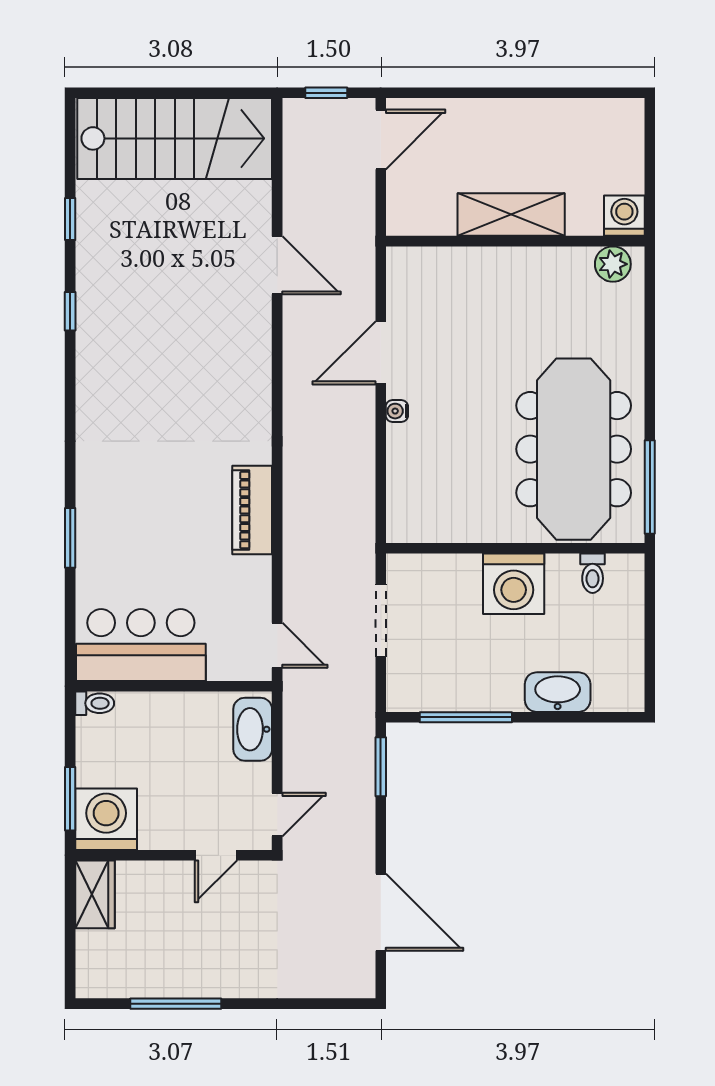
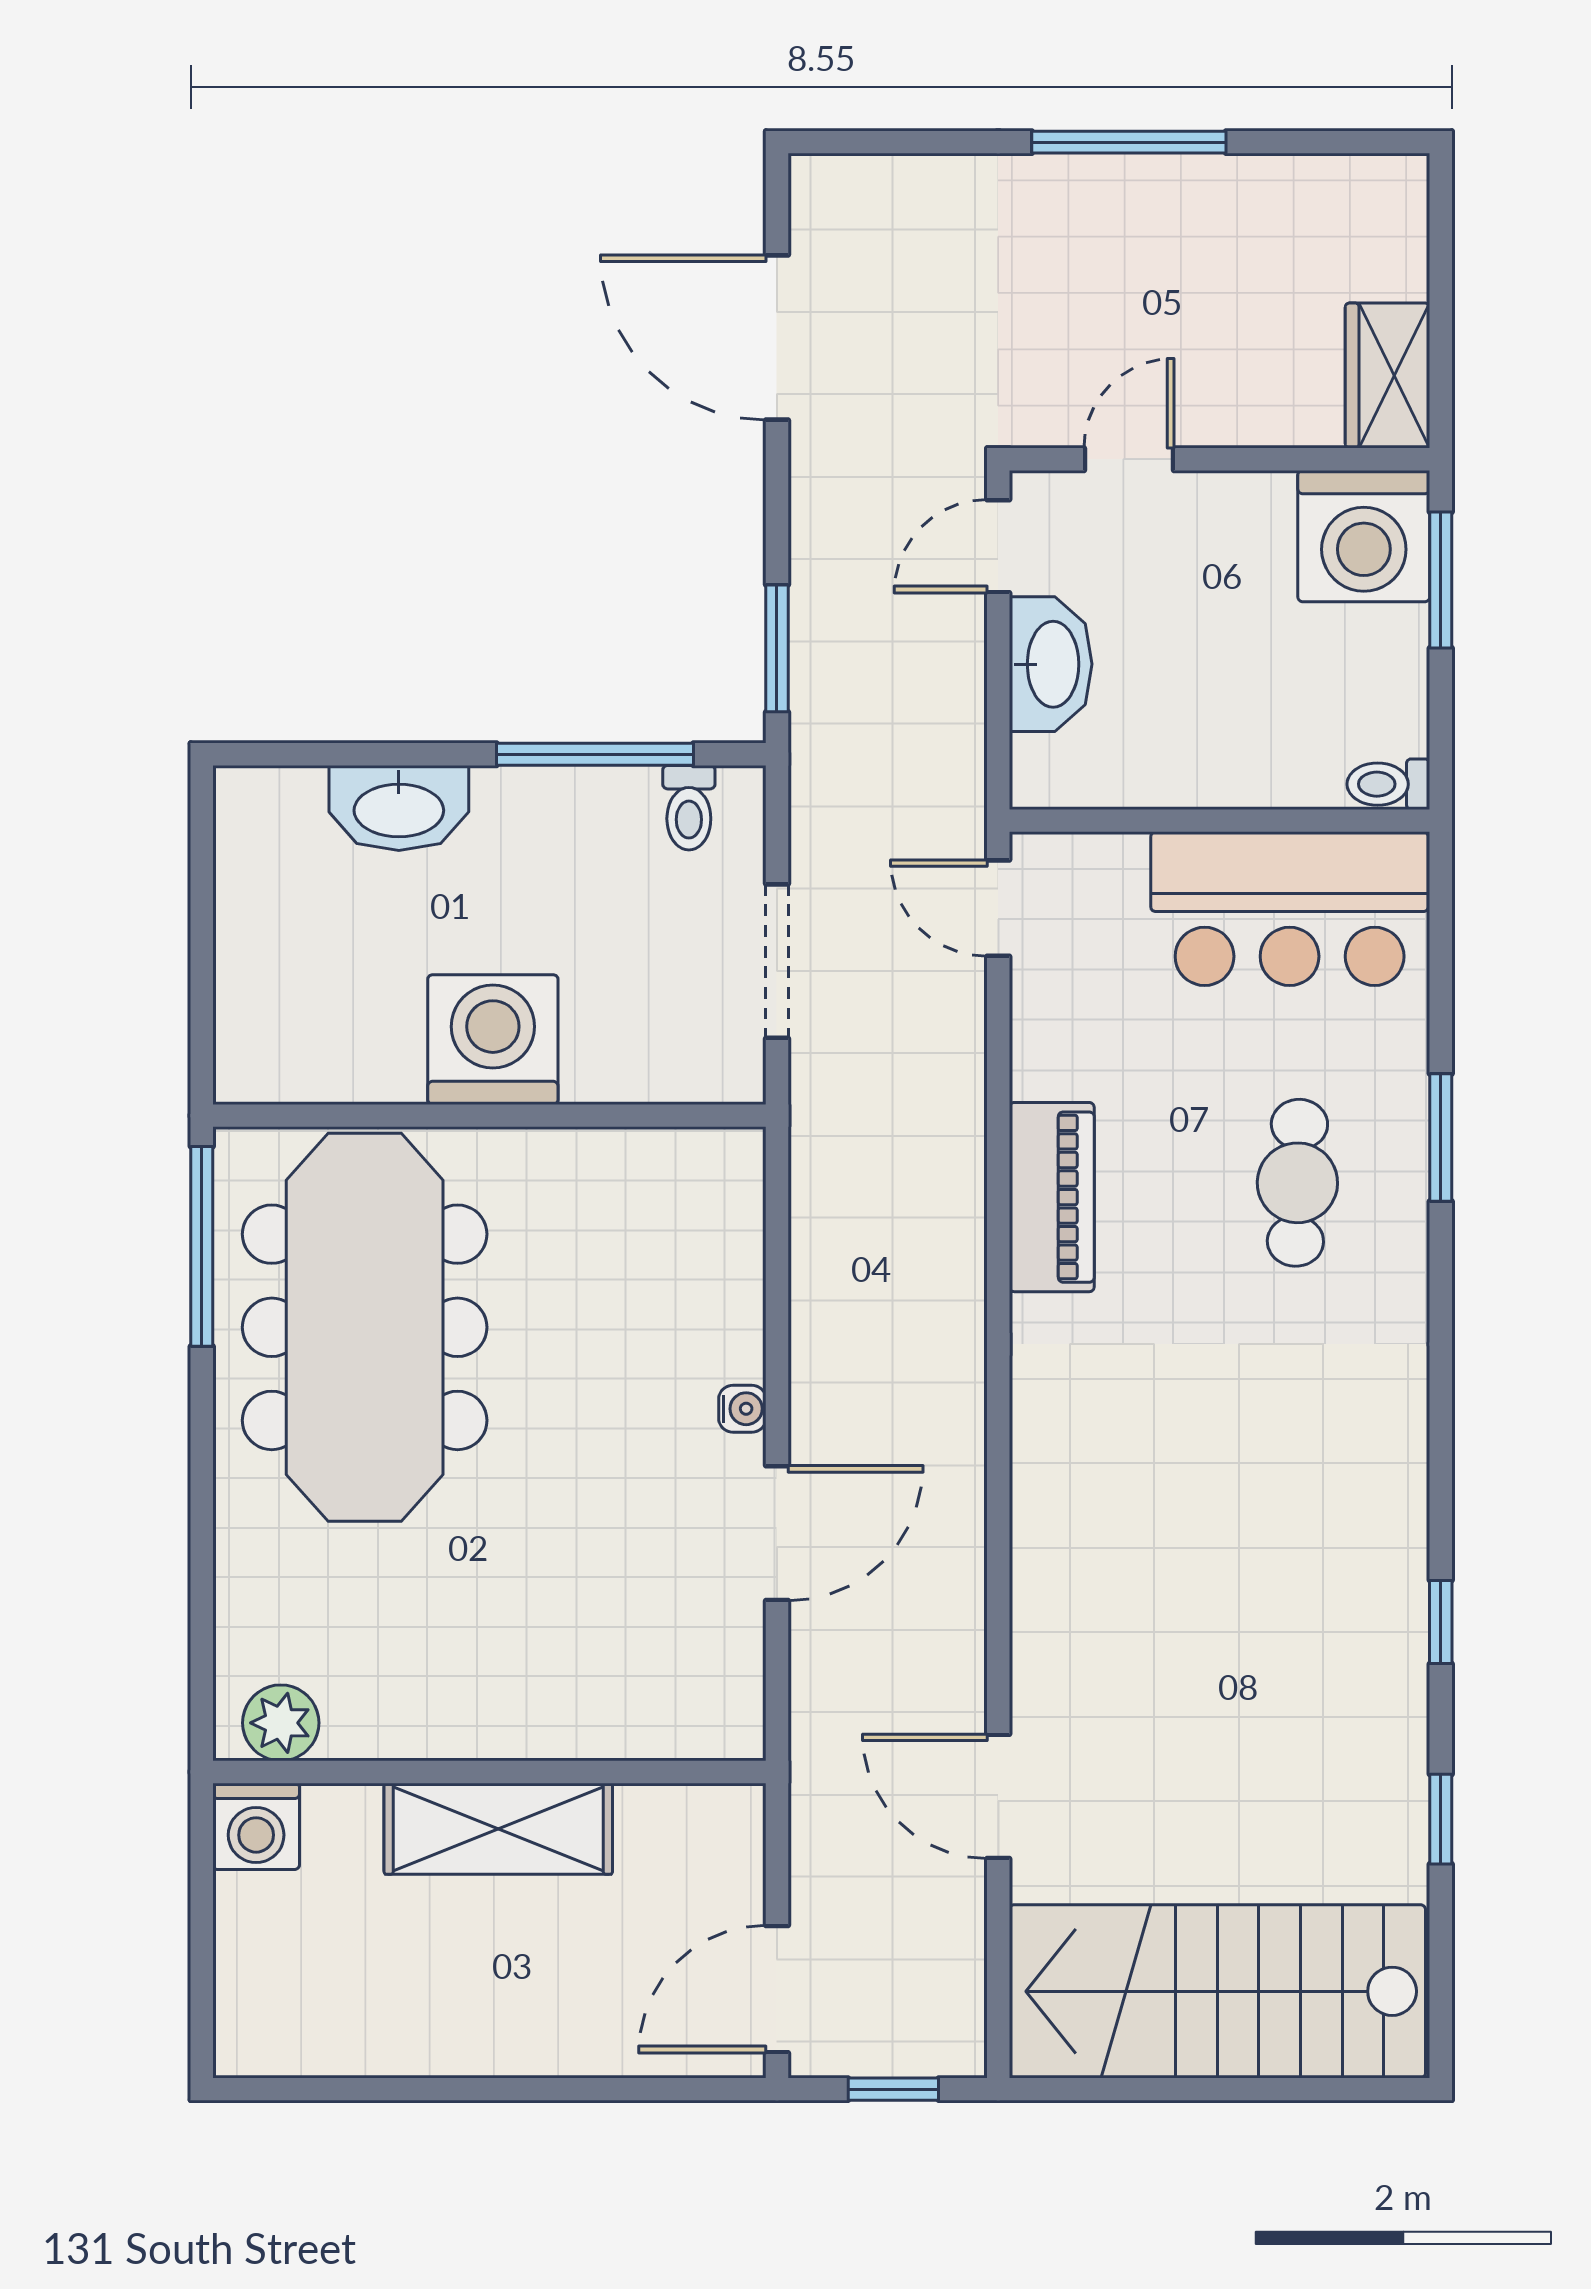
door: (277, 265) -> (998, 1796), moved
cafe table: (137, 517) -> (1297, 1183), added
toilet: (593, 573) -> (689, 808), moved, turned 180
washbasin: (253, 729) -> (1051, 664), moved
window: (176, 1004) -> (1129, 142), moved

